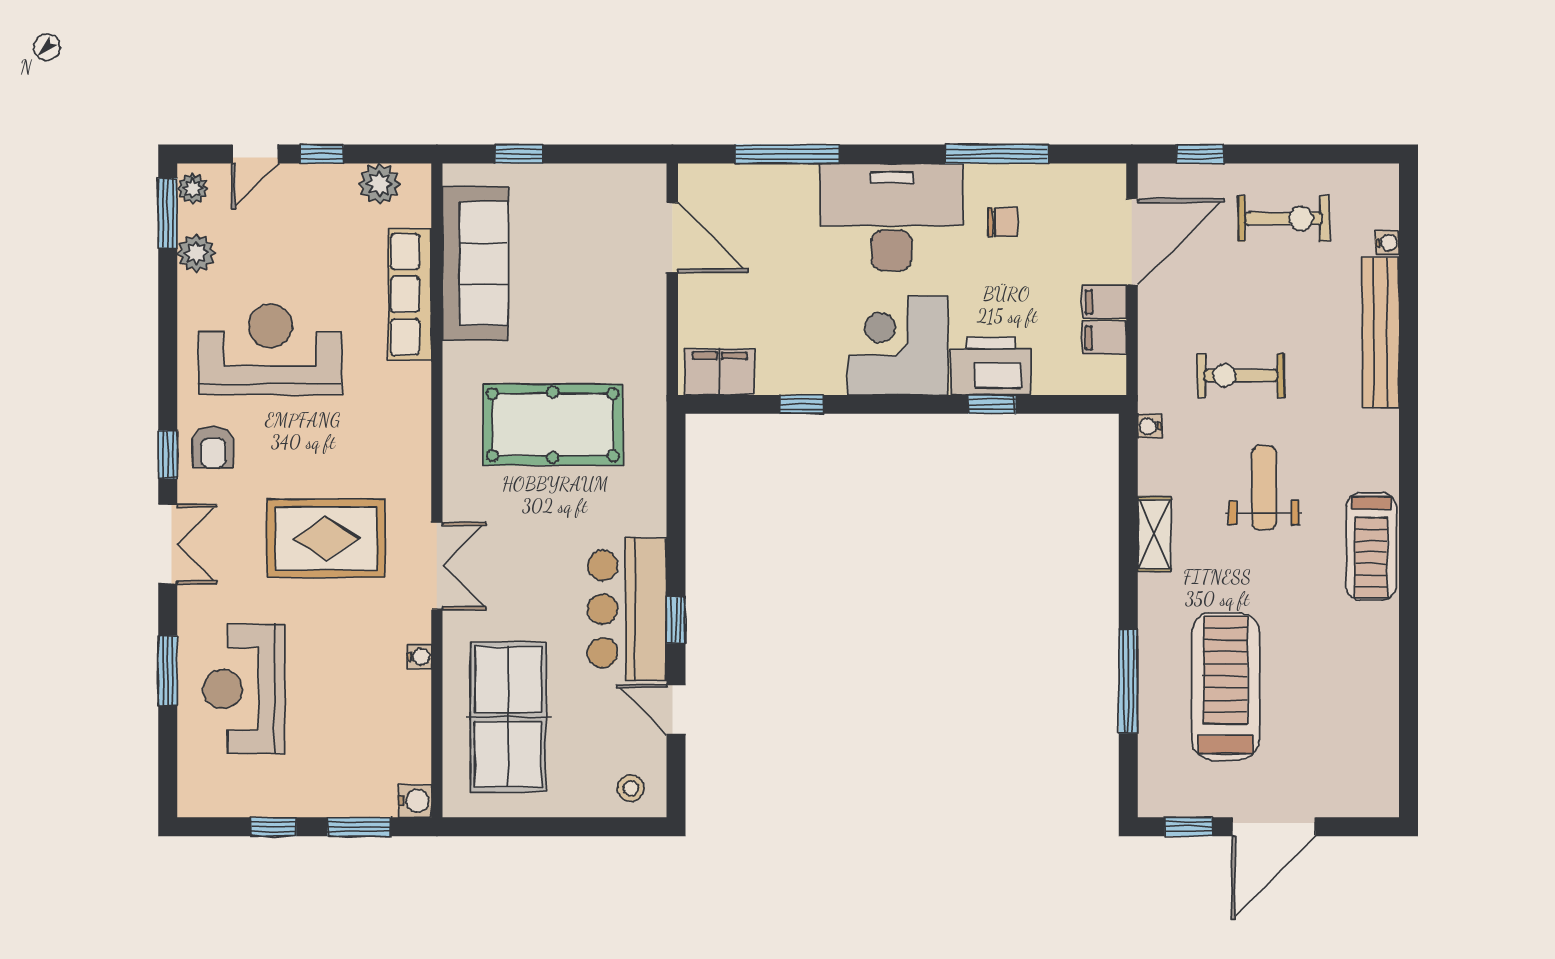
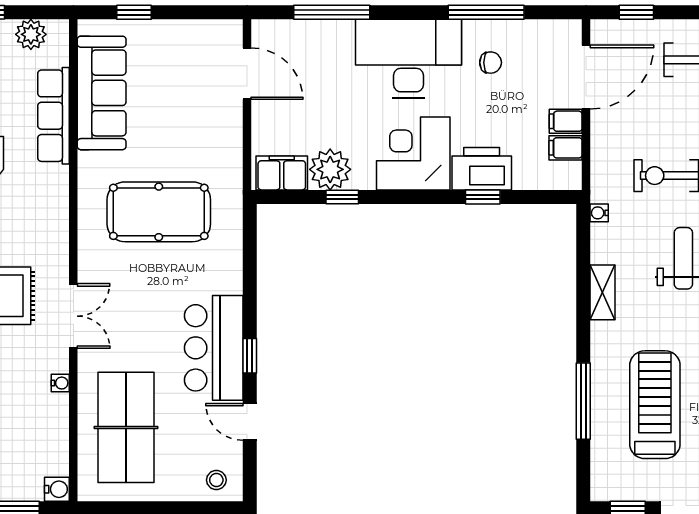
plant: (785, 367) -> (330, 169), added

